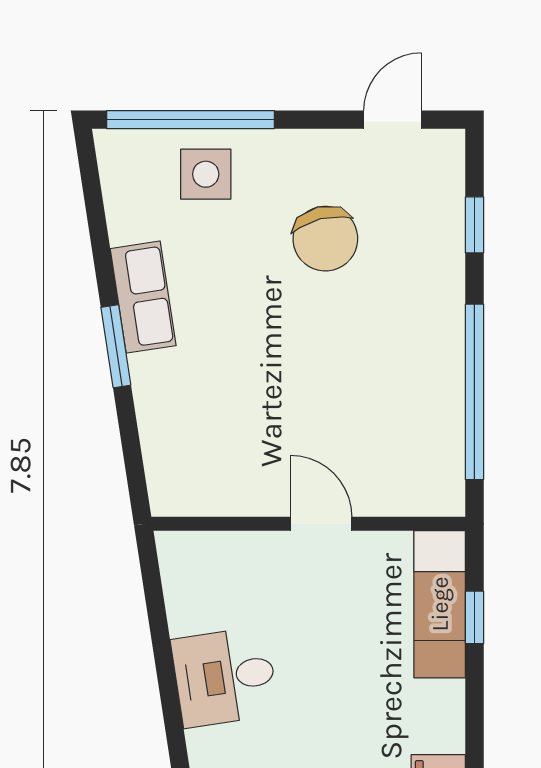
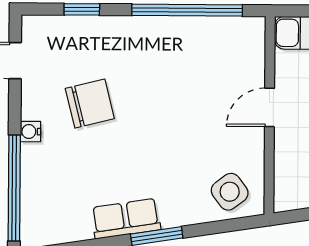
water cooler: (280, 145) -> (30, 132), added
side table: (206, 174) -> (230, 192), moved, turned -37

